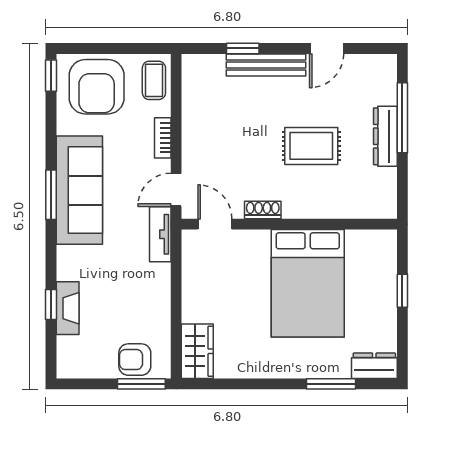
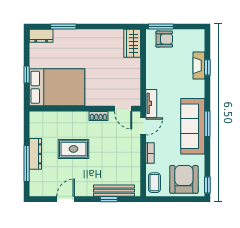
bench: (266, 65) -> (114, 191), moved
bed: (308, 283) -> (57, 87), moved, turned 90

